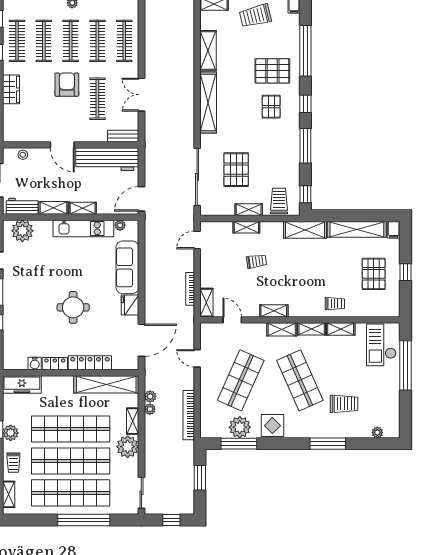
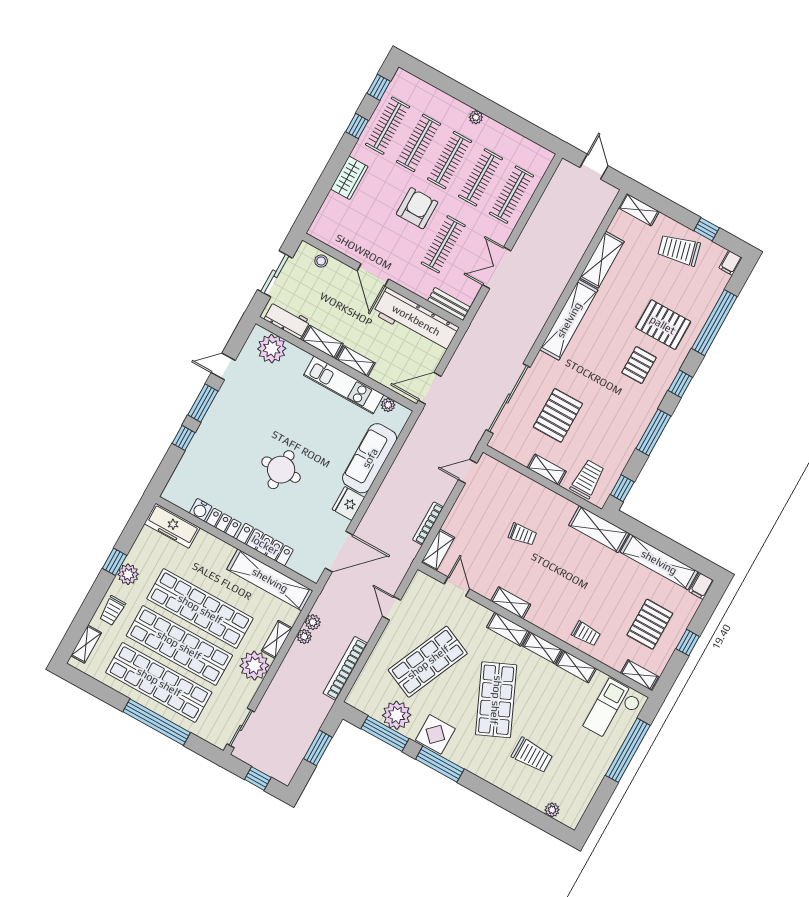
shelving: (246, 227) -> (639, 675), moved
window: (328, 444) -> (440, 764), moved

